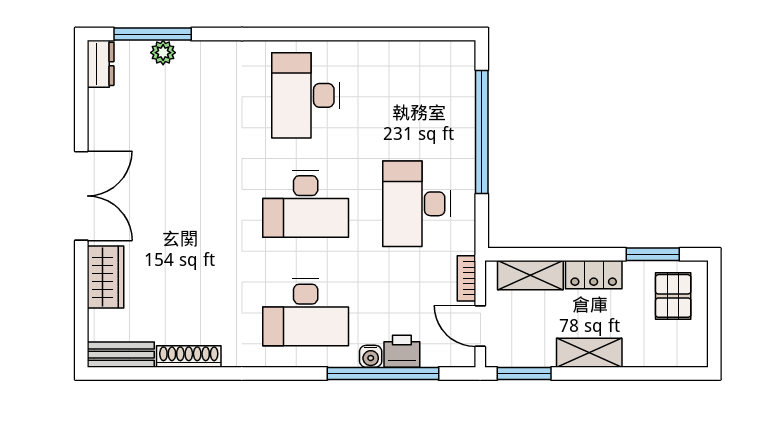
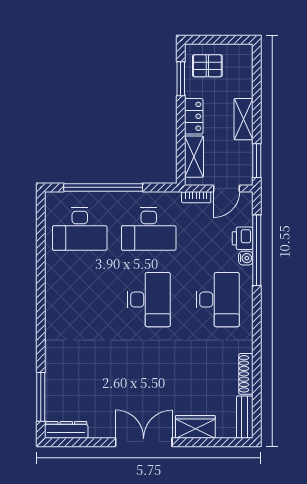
plant: (163, 53) -> (53, 390), removed
dresser: (101, 64) -> (66, 430), width x1.44
desk: (306, 95) -> (80, 229), moved

